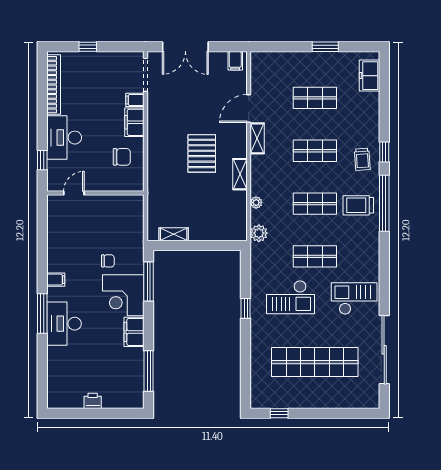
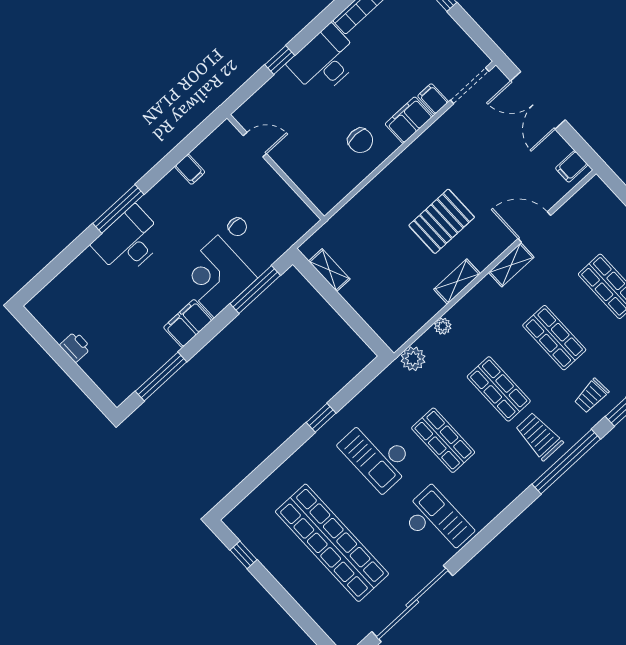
door: (74, 193) -> (255, 145), moved
wall: (95, 193) -> (276, 167), moved
filing cabinet: (56, 280) -> (190, 169), moved

